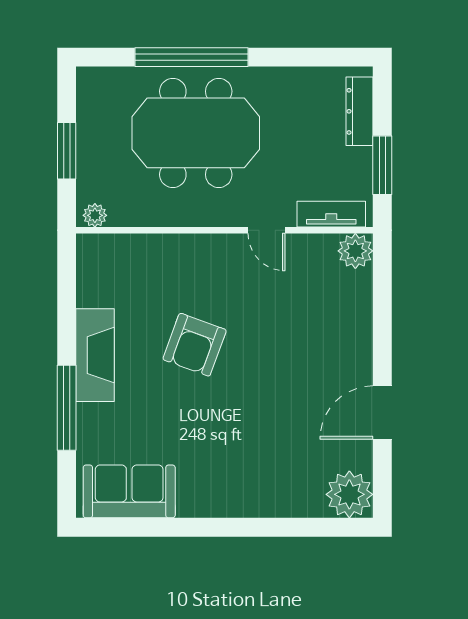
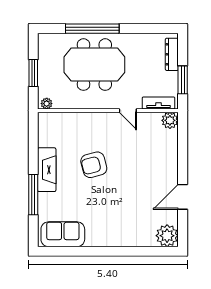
armchair: (195, 345) -> (94, 165), turned 55

